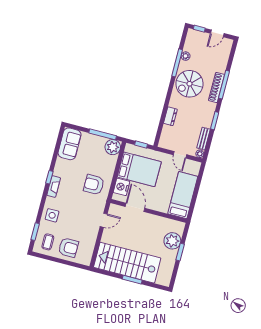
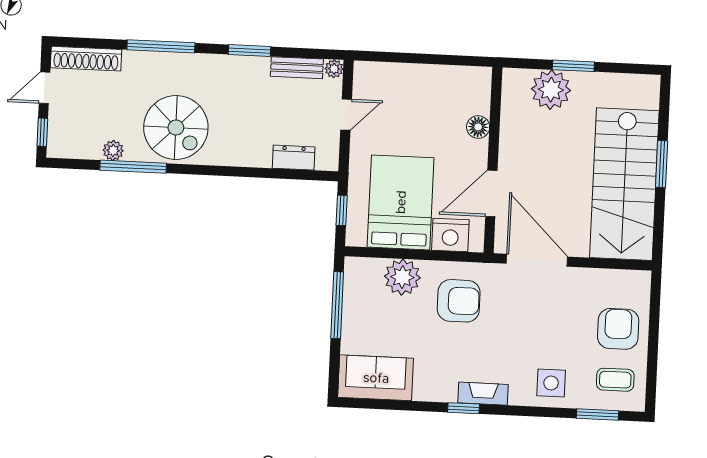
door: (217, 33) -> (44, 88), swing flipped
shoe rack: (216, 87) -> (86, 59), moved
dresser: (170, 116) -> (294, 158), moved
plant: (113, 147) -> (402, 277), moved
armchair: (94, 185) -> (459, 301), turned -90
bed: (183, 195) -> (439, 88), removed
floor lamp: (163, 208) -> (478, 127), added
door: (104, 220) -> (537, 260), width x1.88

